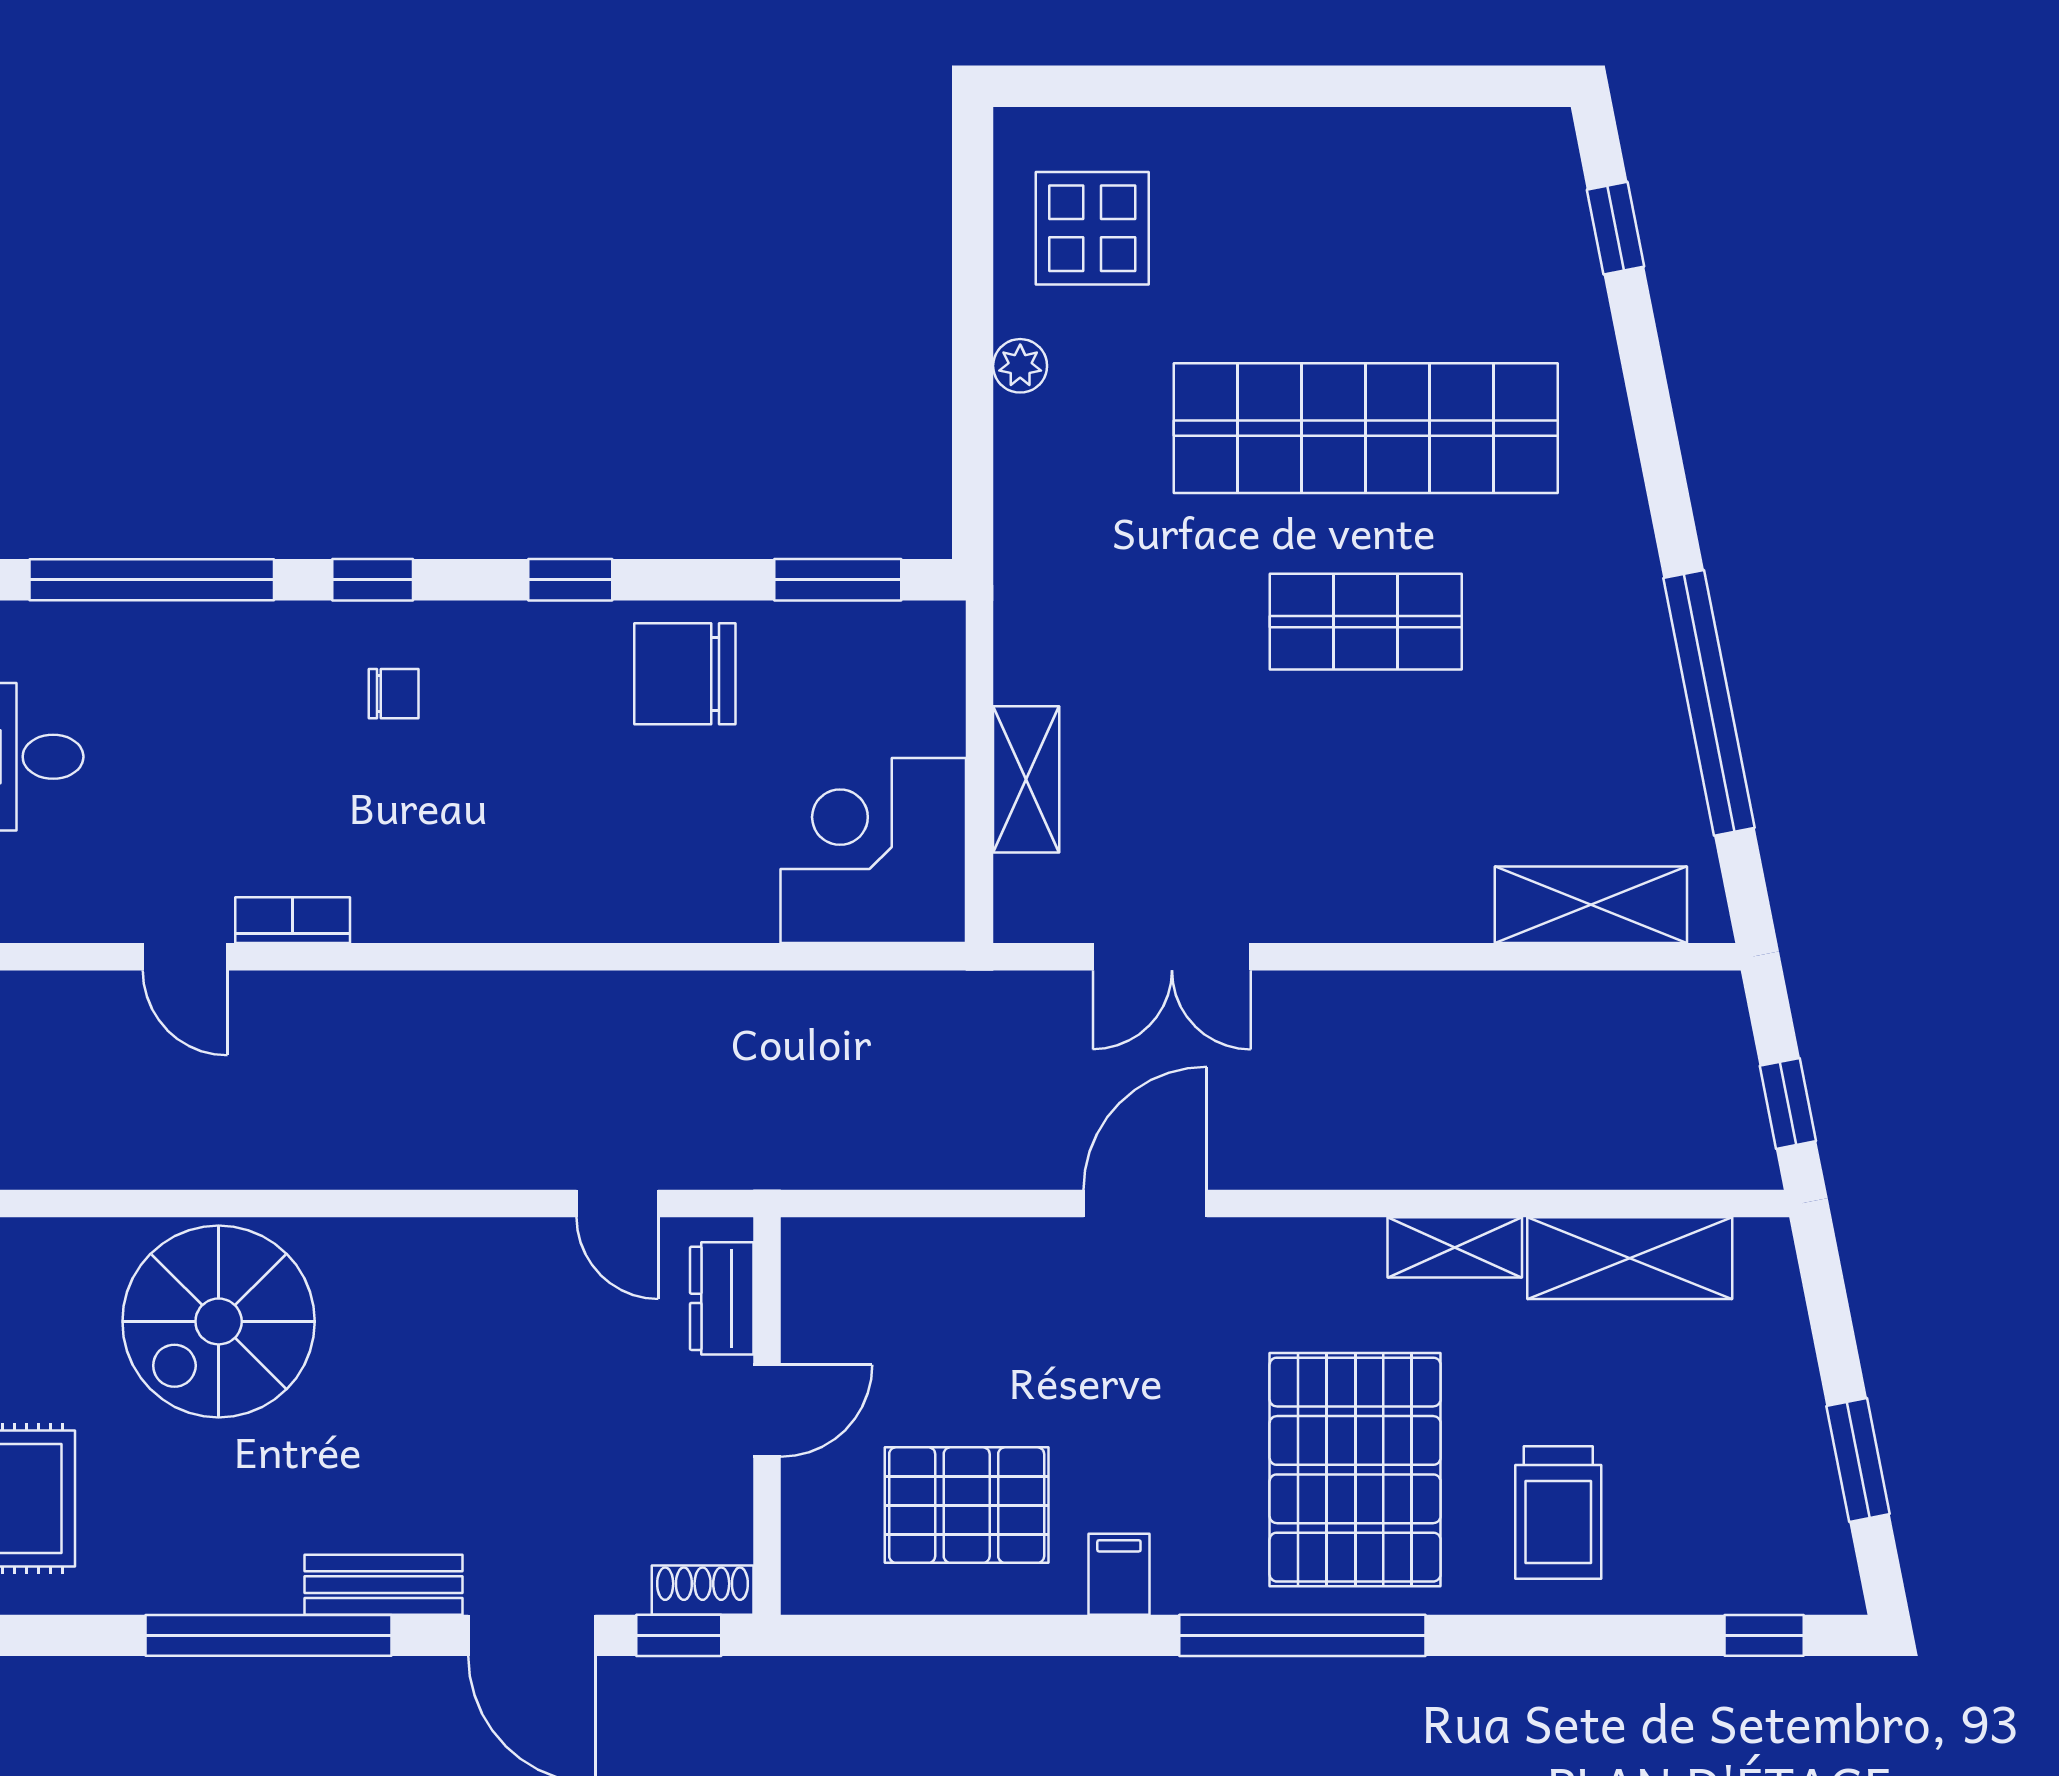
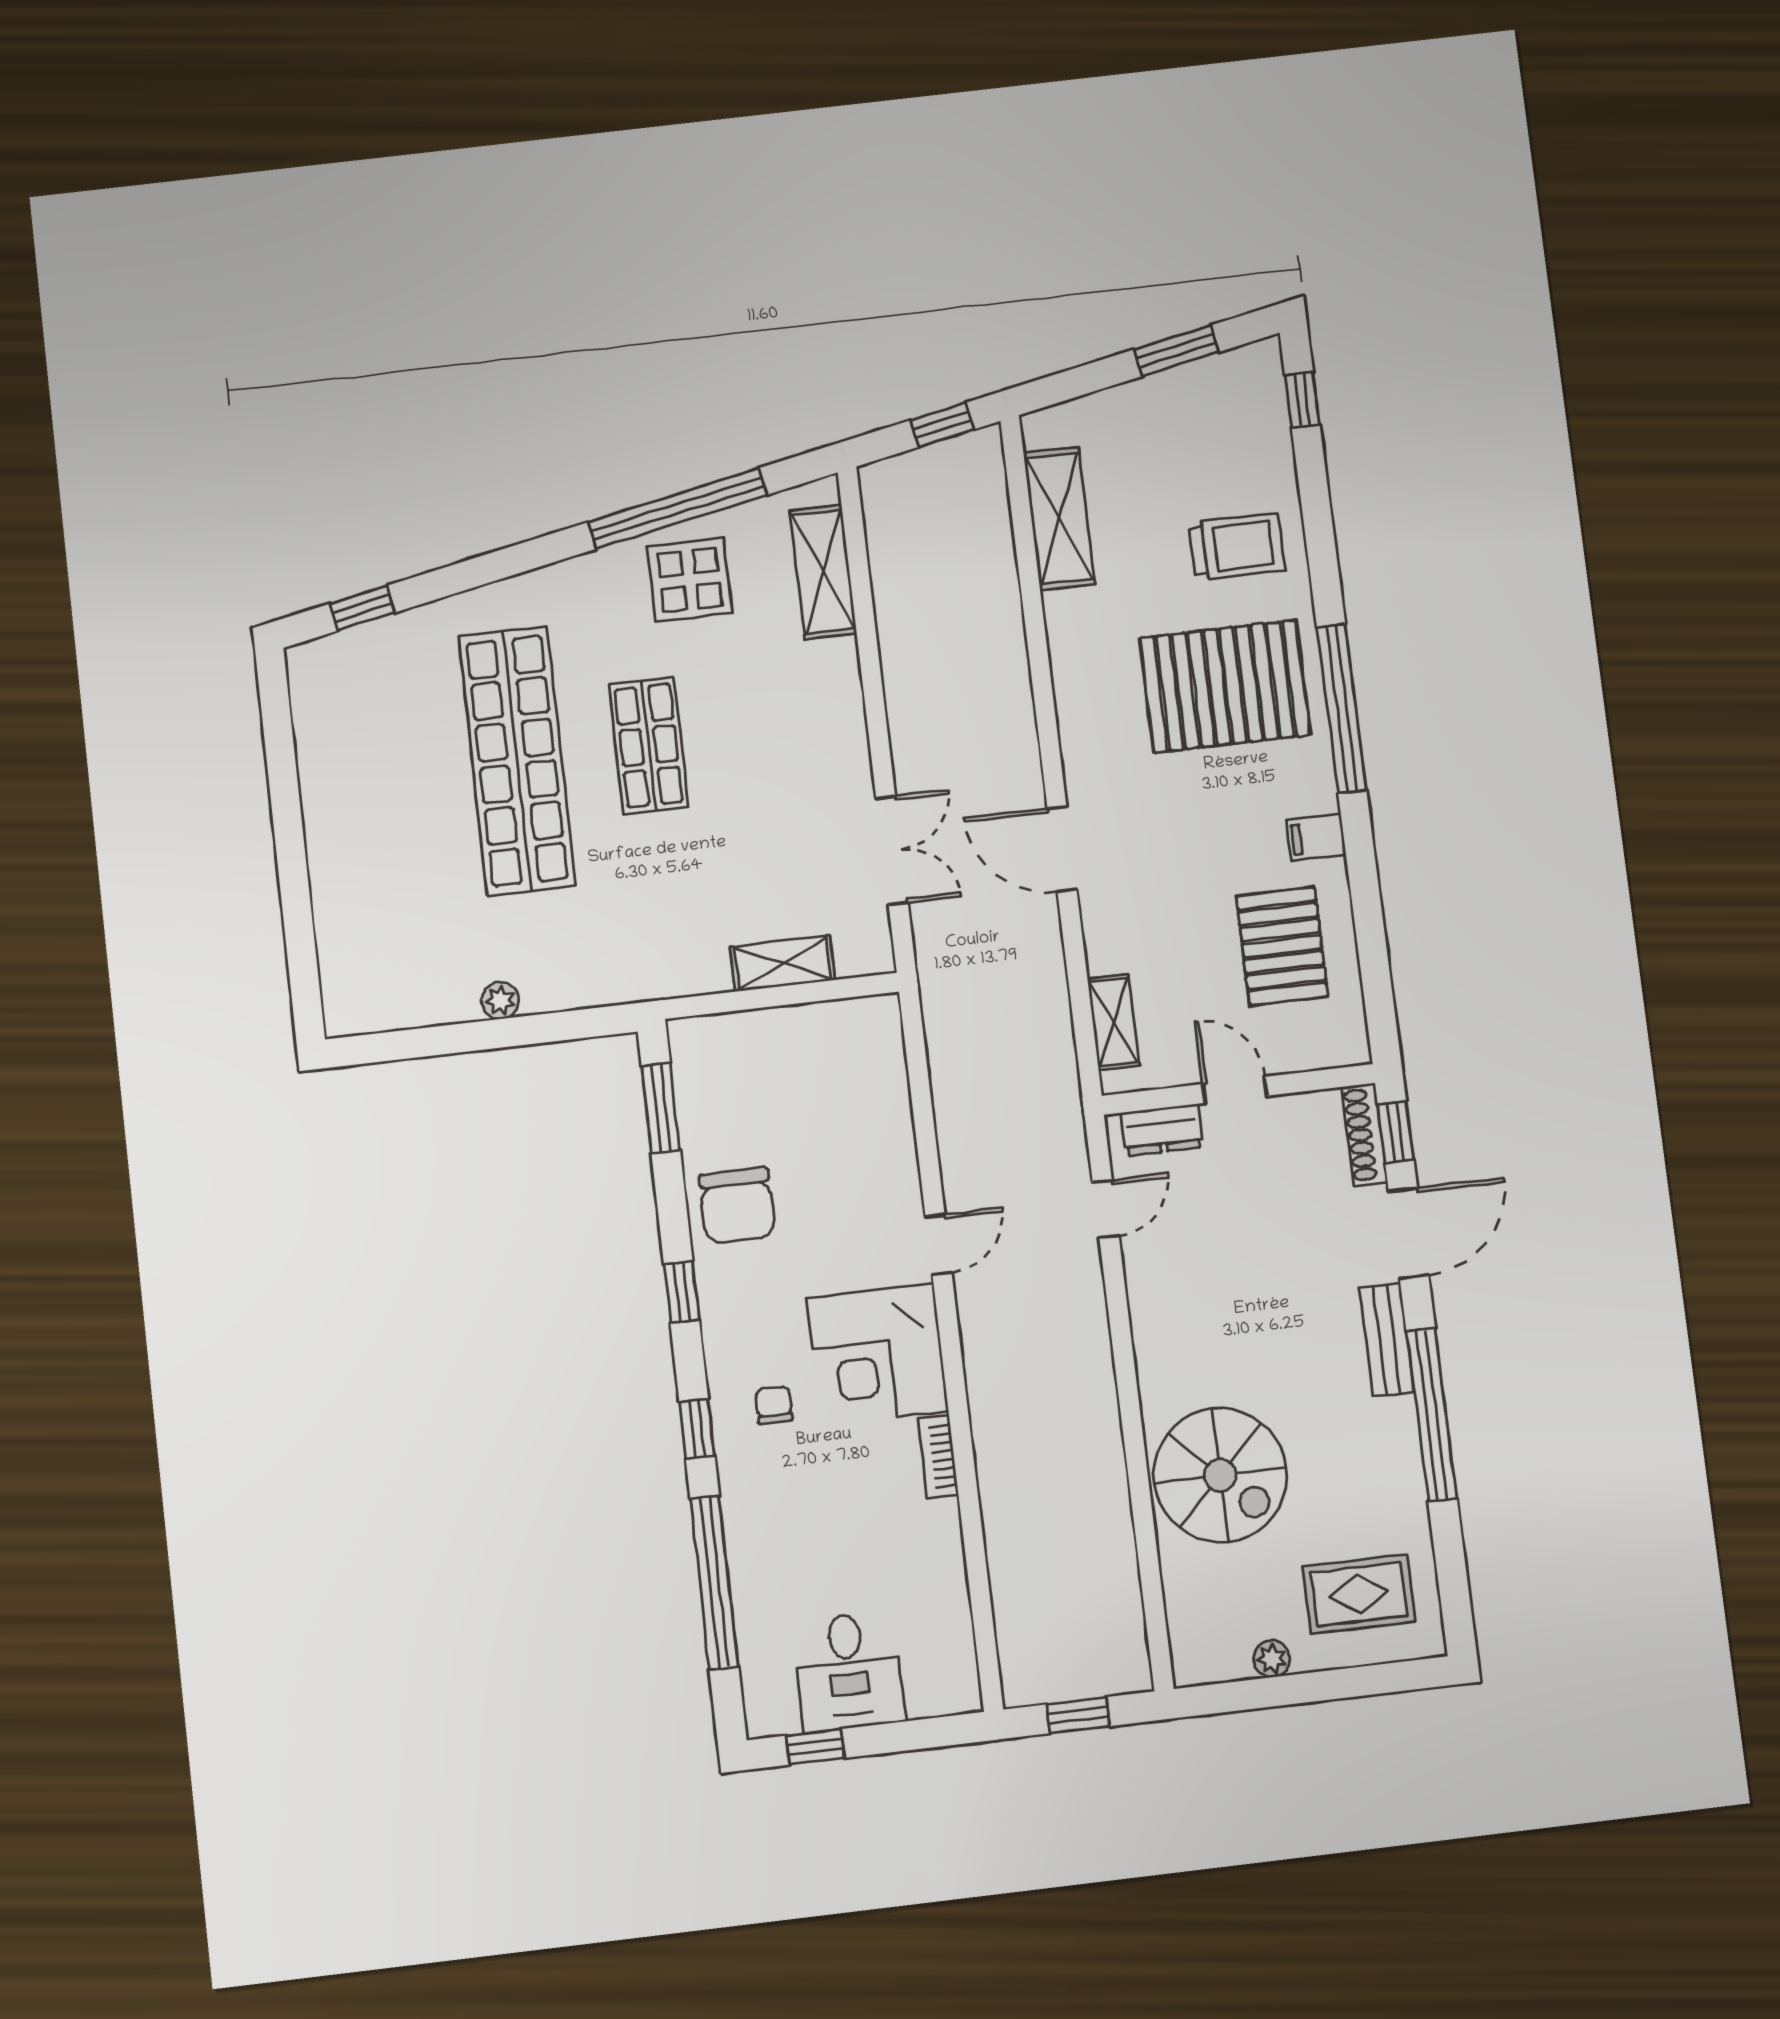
display table: (1092, 228) -> (690, 580), moved
corner desk: (873, 850) -> (877, 1355), moved
door: (185, 957) -> (938, 1245), moved
shelving: (1455, 1247) -> (1113, 1022), moved
shoe rack: (703, 1590) -> (1365, 1134), width x1.43

